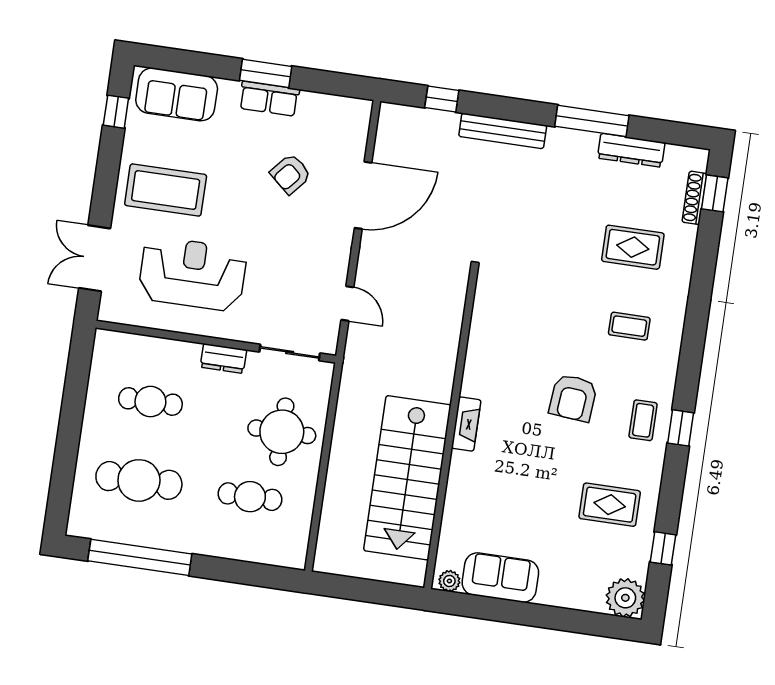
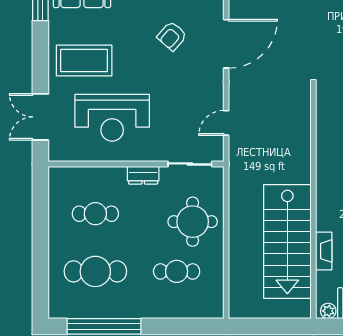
reception desk: (192, 274) -> (112, 118), turned 180
door: (347, 304) -> (226, 123), swing flipped
fireplace: (466, 424) -> (324, 251), moved

